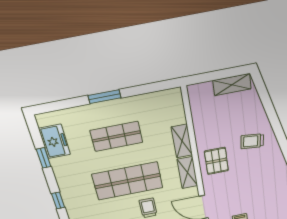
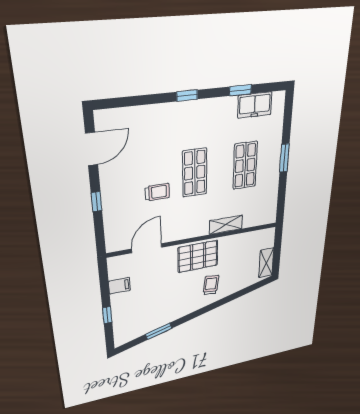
pallet: (216, 161) -> (198, 256), width x1.50, depth x1.42
shelving: (187, 173) -> (191, 231), removed
shop shelf: (128, 181) -> (195, 173), width x0.70, depth x0.74

